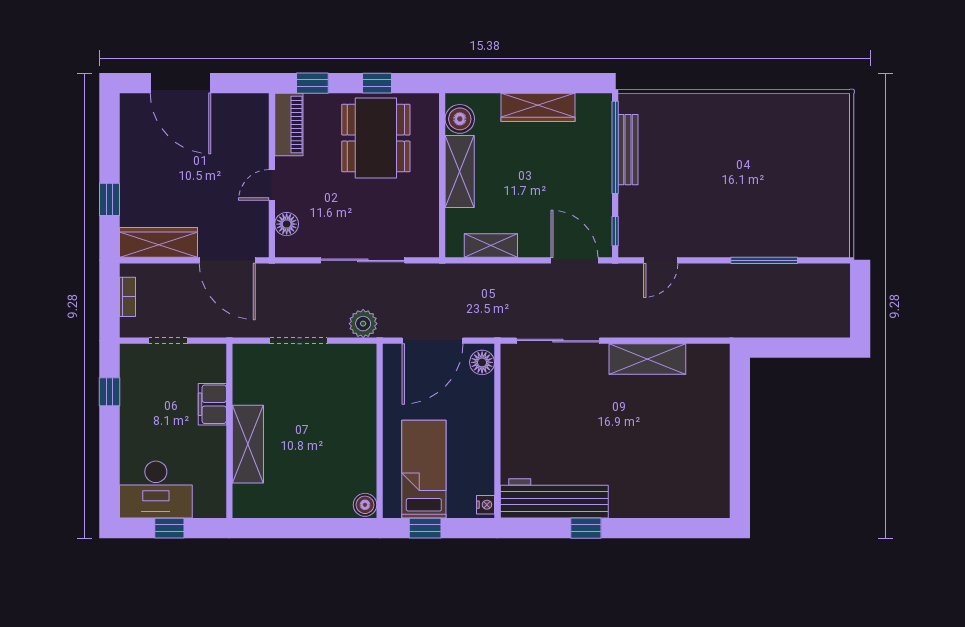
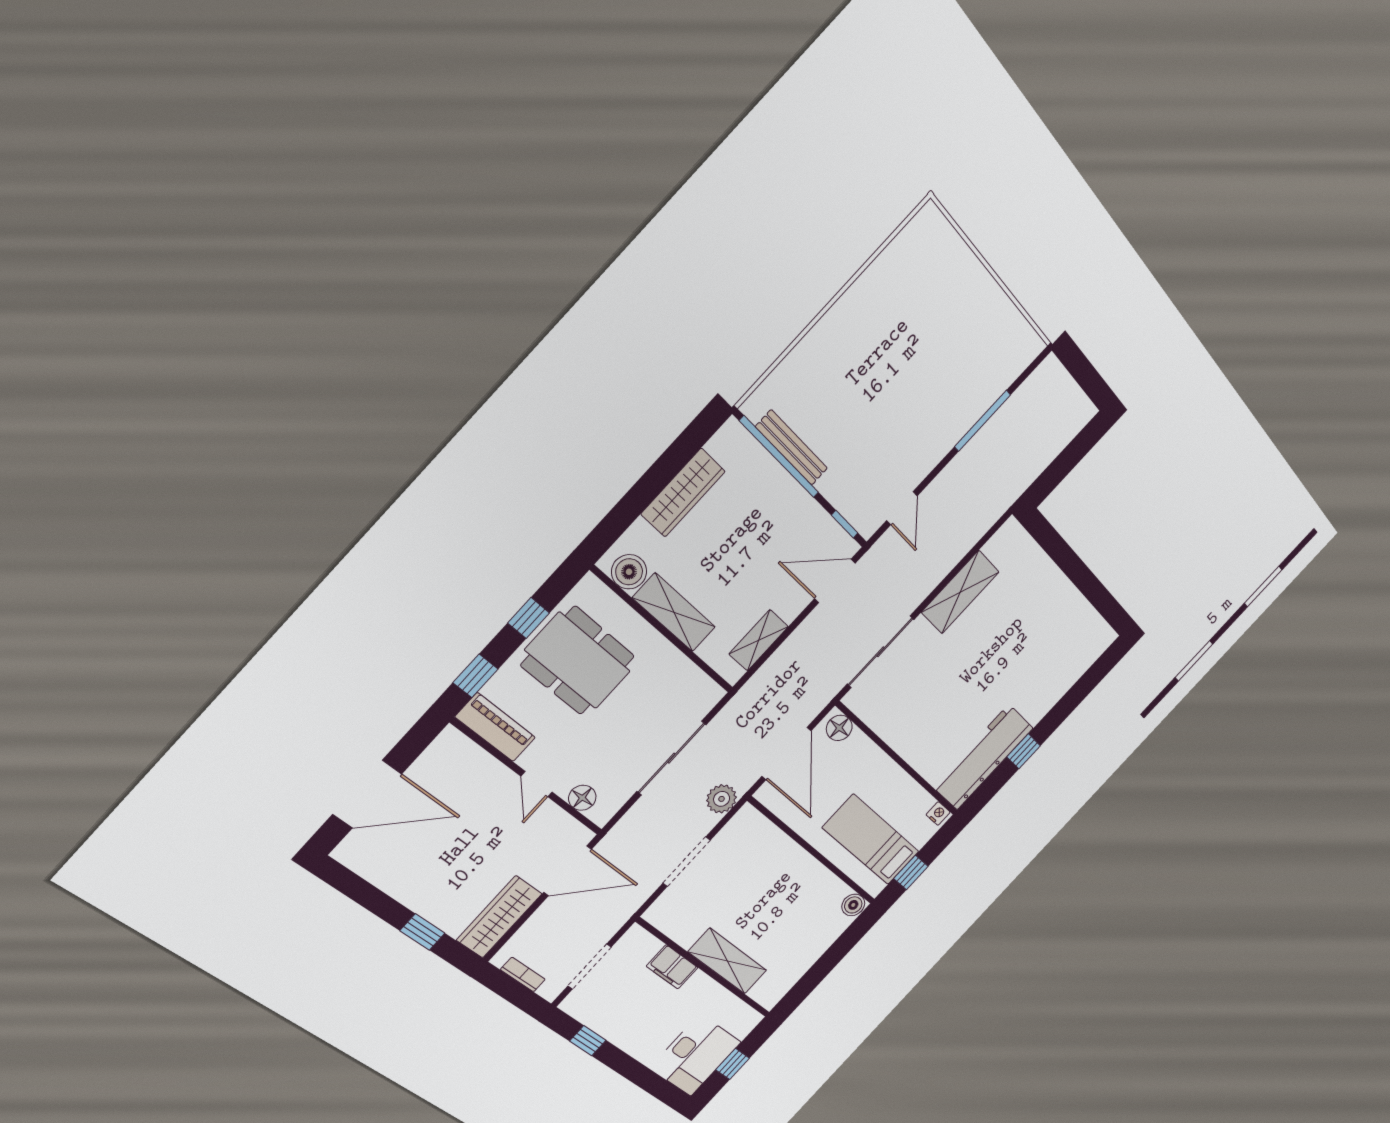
doorway: (168, 341) -> (590, 966), width x1.38

